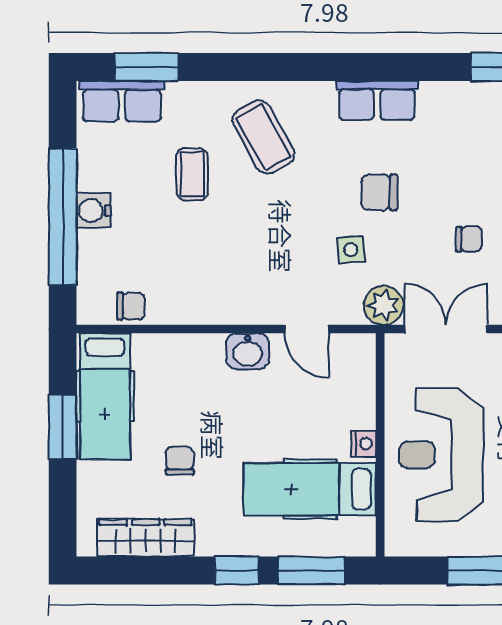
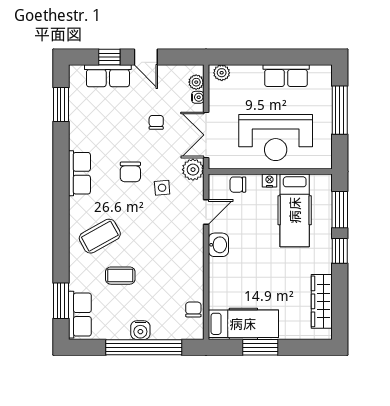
chair: (180, 461) -> (238, 185), moved

